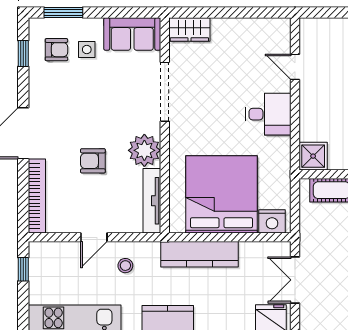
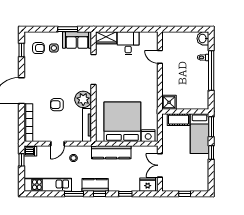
window: (63, 12) -> (68, 29), moved
desk: (268, 114) -> (128, 43), moved, turned -90
dishwasher: (41, 252) -> (30, 151), added

